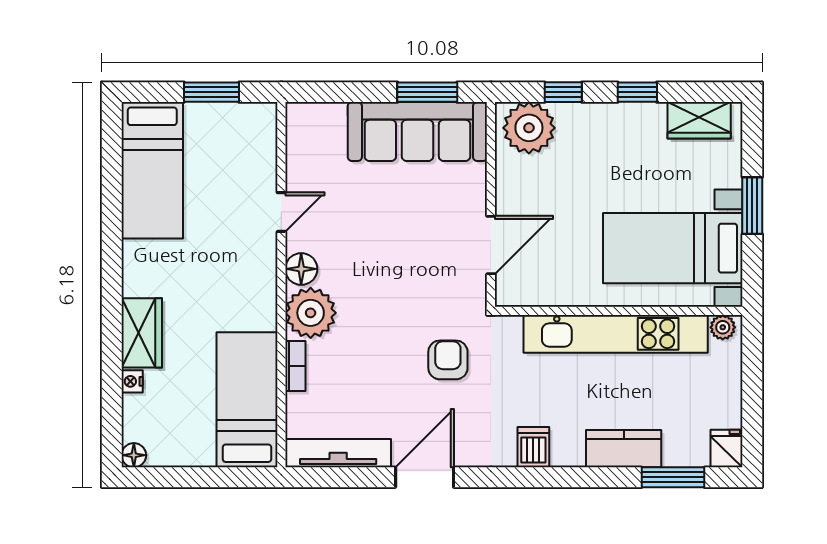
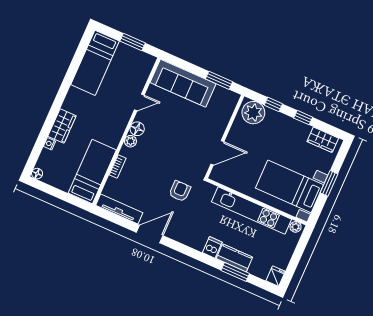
sofa: (417, 132) -> (183, 83), moved
plant: (311, 313) -> (130, 141), width x0.53, depth x0.53
dishwasher: (533, 447) -> (212, 247), moved
window: (673, 477) -> (235, 272), moved

